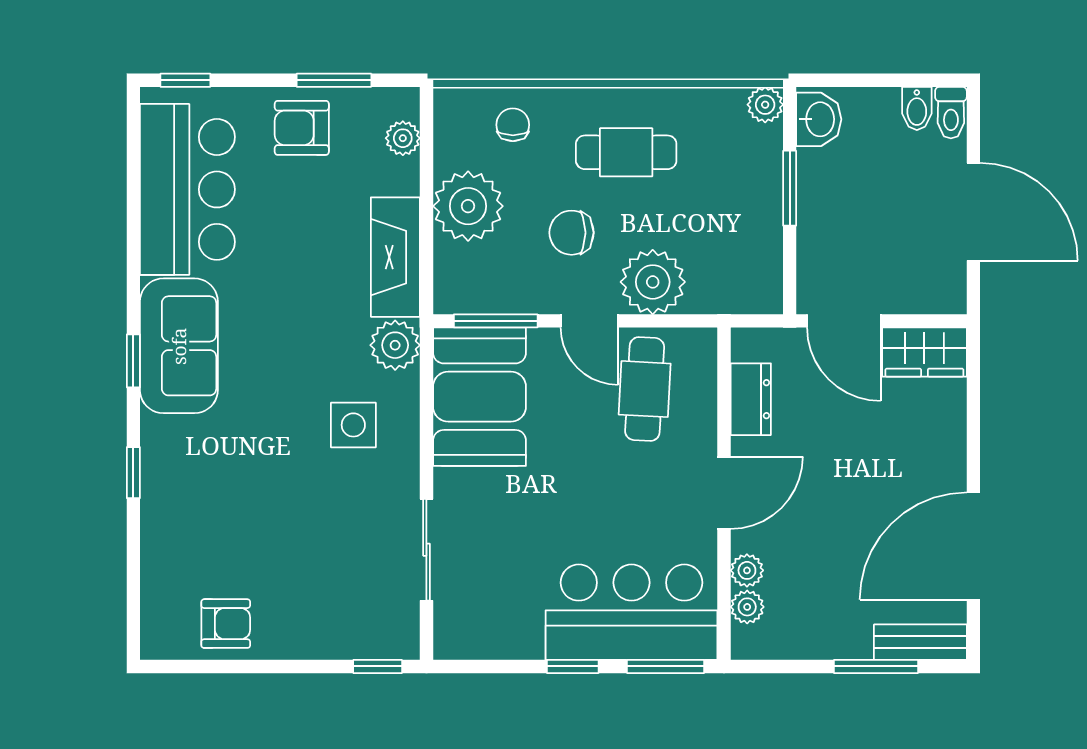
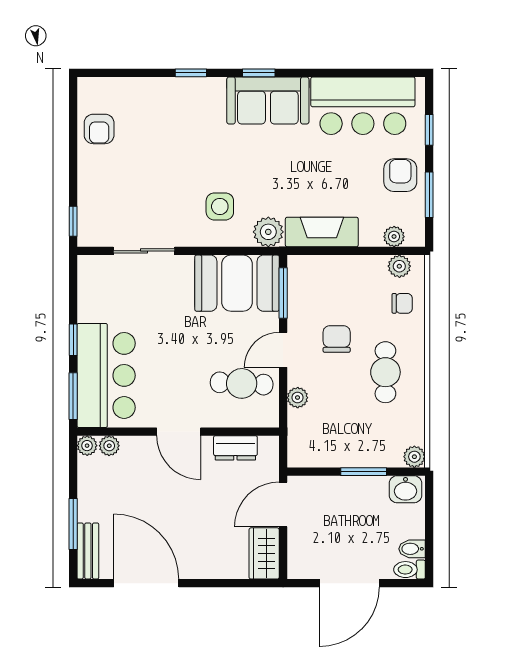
window: (185, 80) -> (429, 130), moved
plant: (468, 206) -> (399, 266), moved, width x0.53, depth x0.53
plant: (653, 282) -> (298, 398), width x0.53, depth x0.53
plant: (747, 570) -> (87, 446), moved

